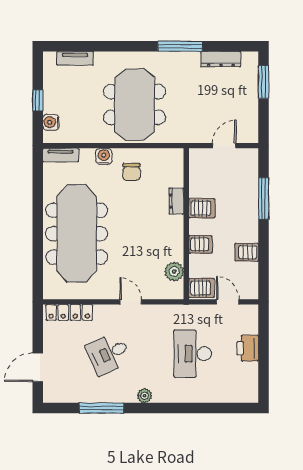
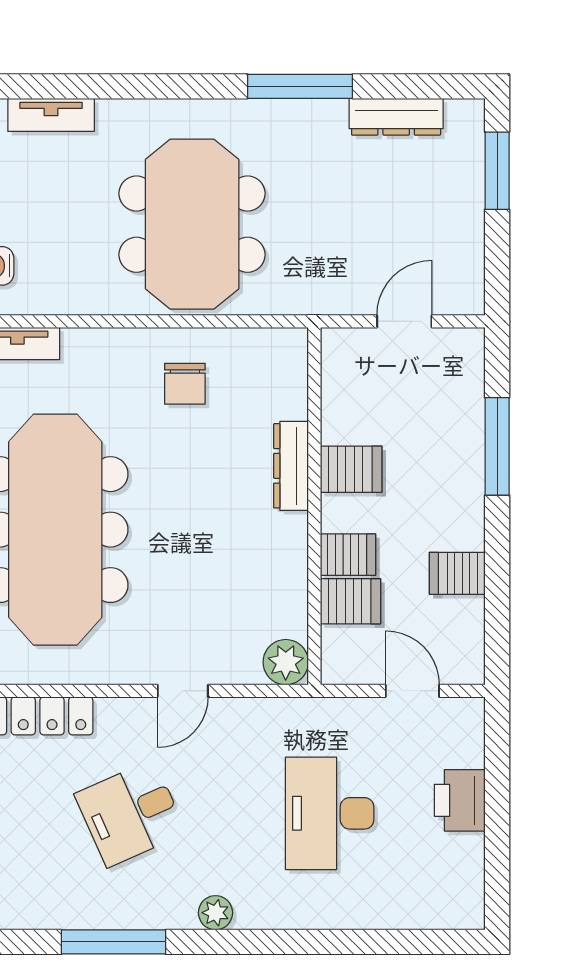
water cooler: (104, 156) -> (119, 347), removed
dresser: (176, 201) -> (291, 466), width x1.44
plant: (174, 272) -> (286, 662), moved
server rack: (202, 288) -> (350, 601), moved
door: (131, 302) -> (183, 691), swing flipped

